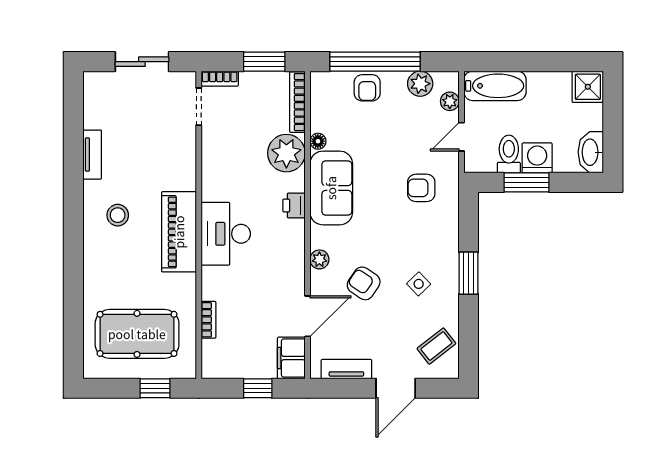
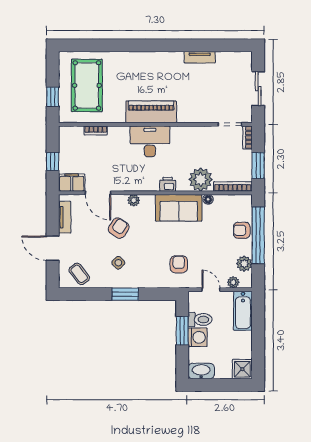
stool: (118, 215) -> (162, 73), removed

